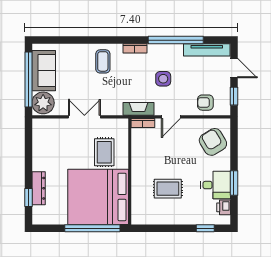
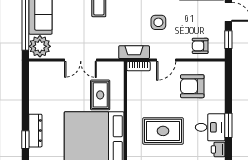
double door: (84, 117) -> (81, 60), swing flipped
armchair: (213, 142) -> (192, 86), moved, turned -59
rug: (168, 189) -> (163, 131), width x1.36, depth x1.43

